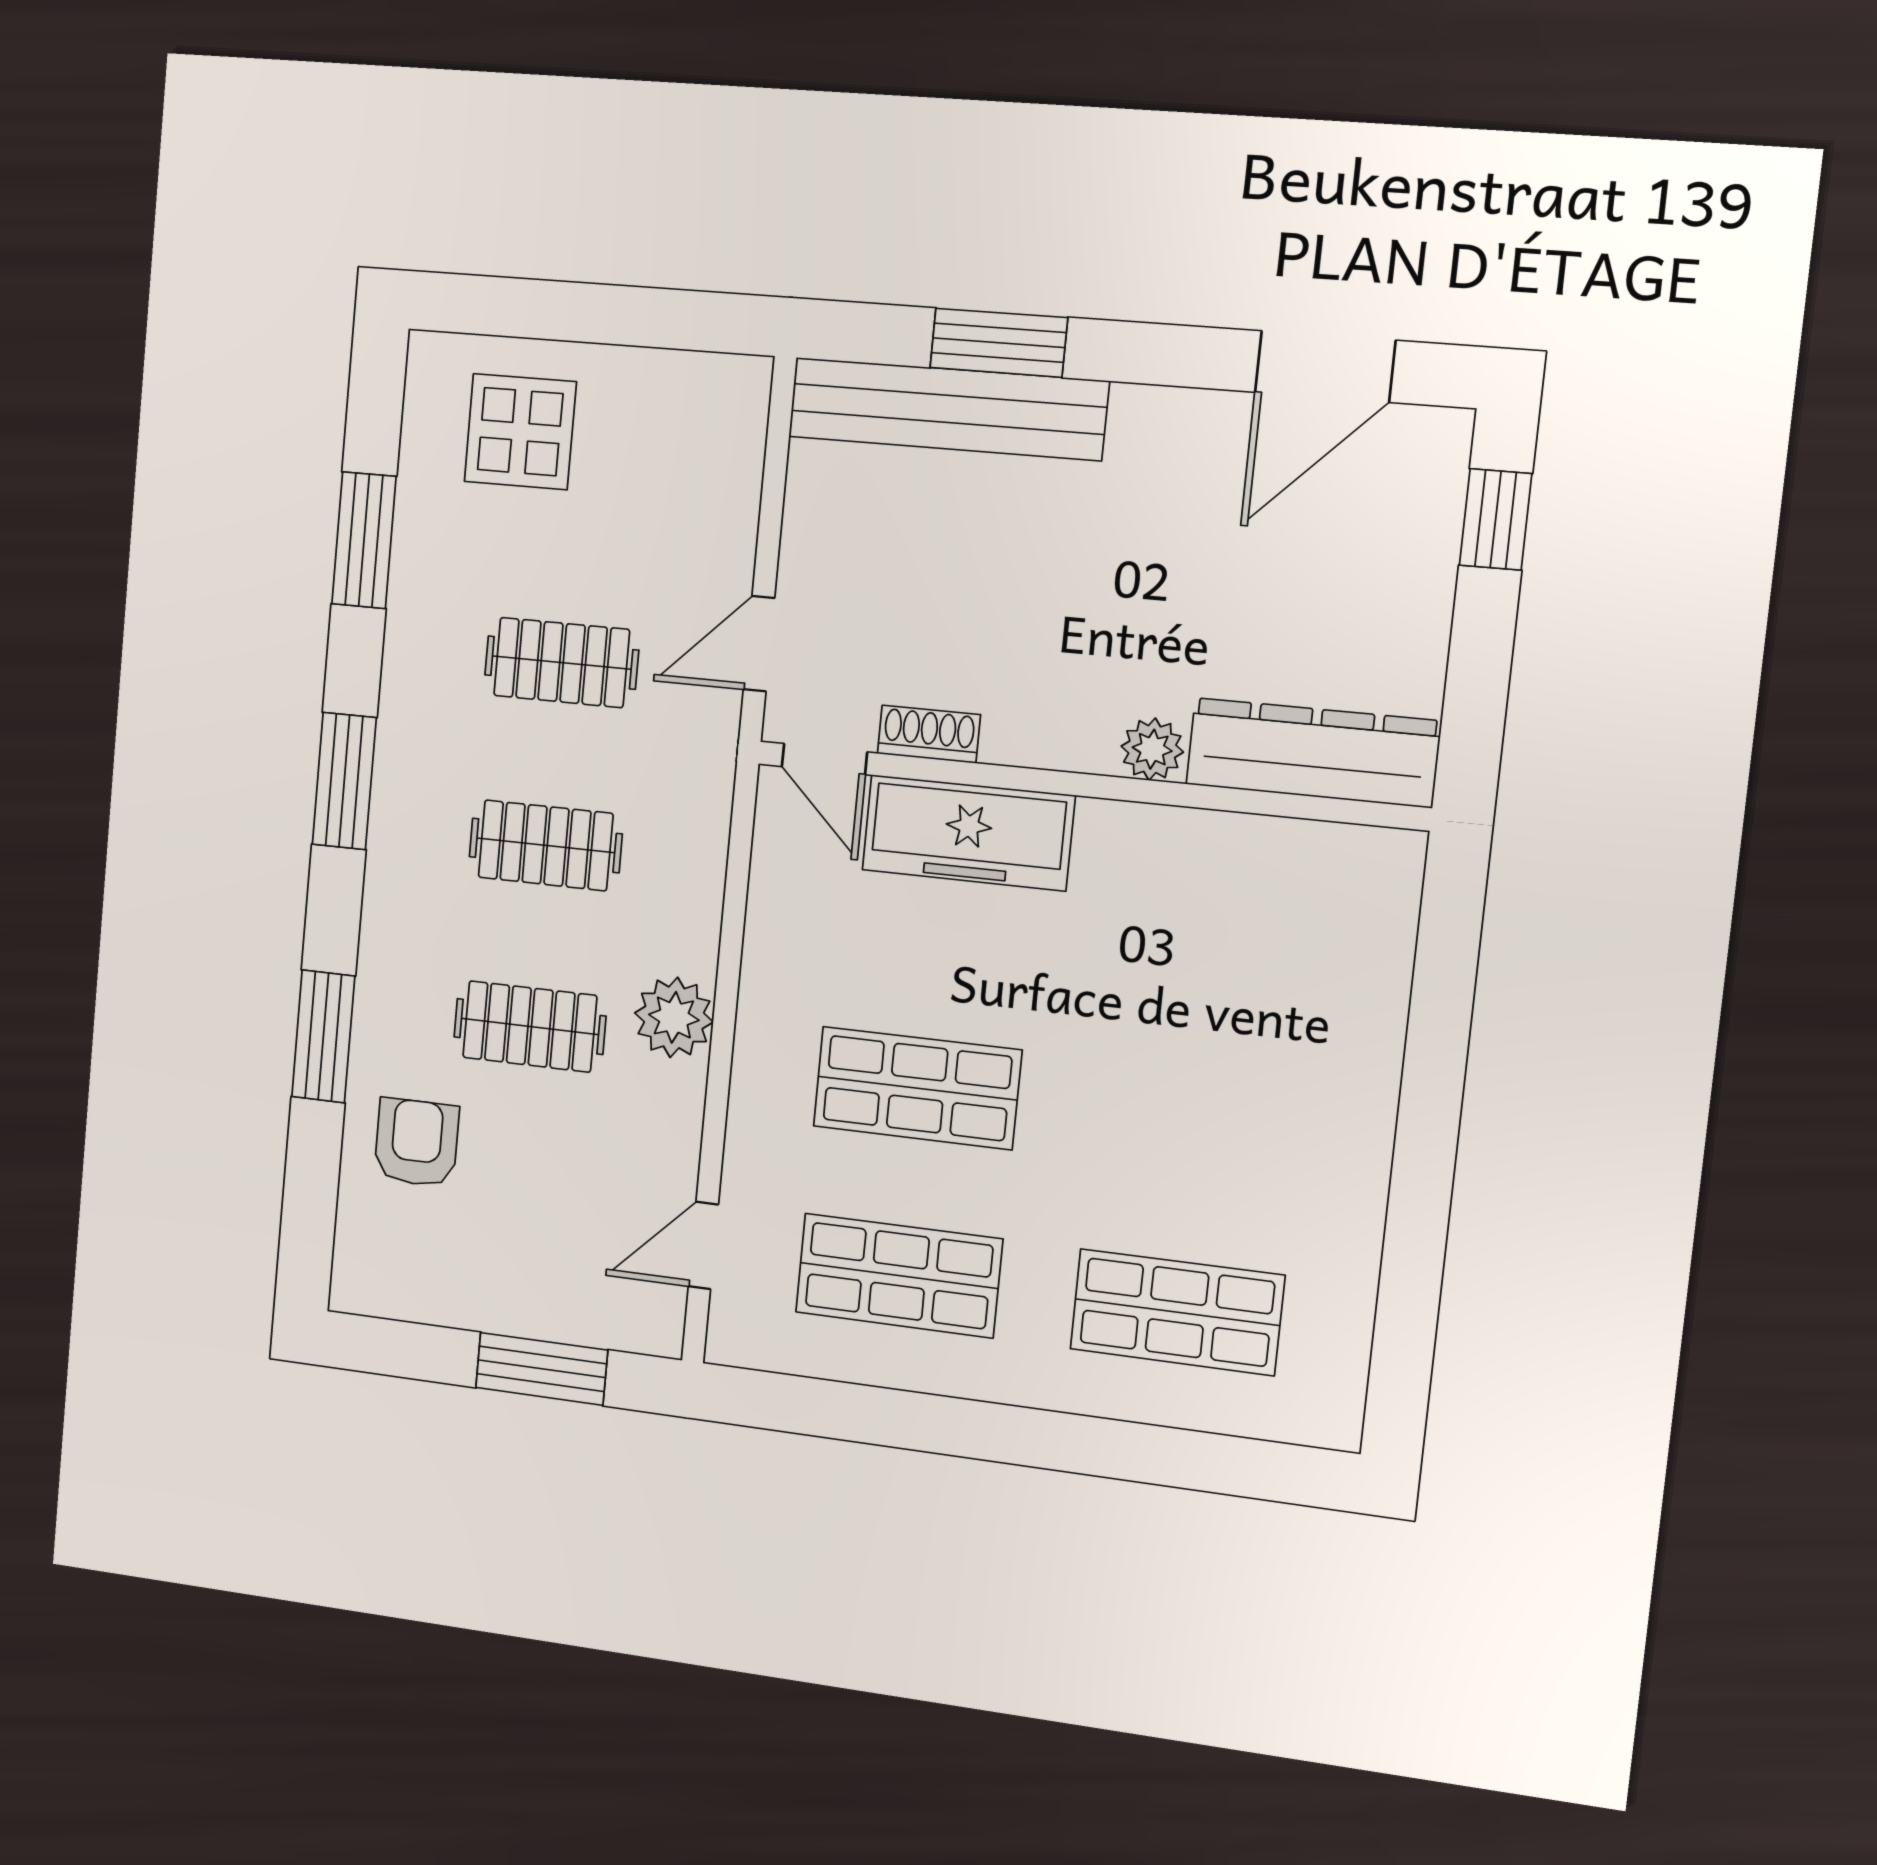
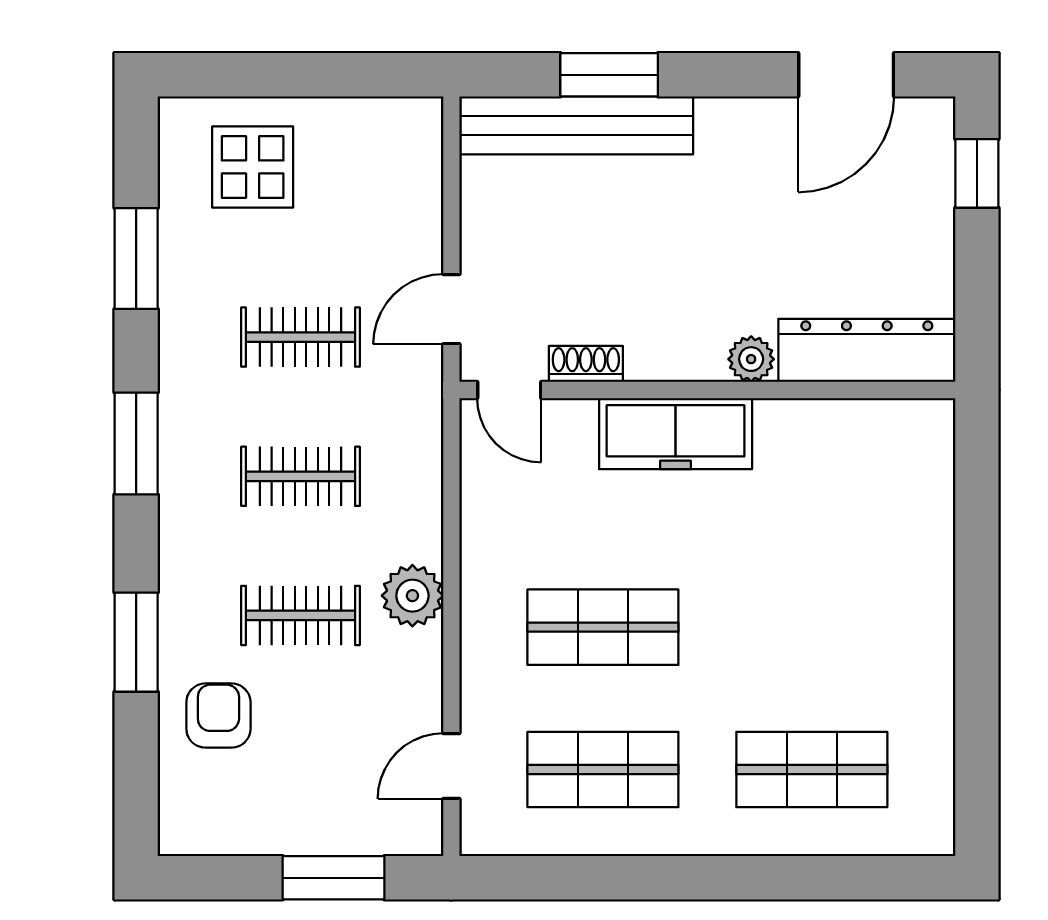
freezer: (968, 833) -> (676, 434), moved

